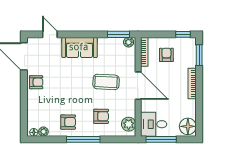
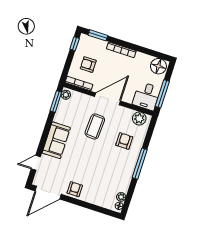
armchair: (68, 122) -> (120, 172), removed

